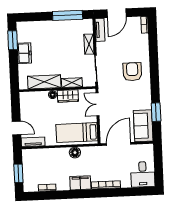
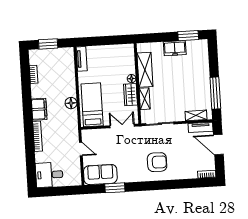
shelving: (89, 44) -> (196, 115), moved
door: (16, 128) -> (96, 41), removed
door: (119, 144) -> (81, 149), width x0.53

